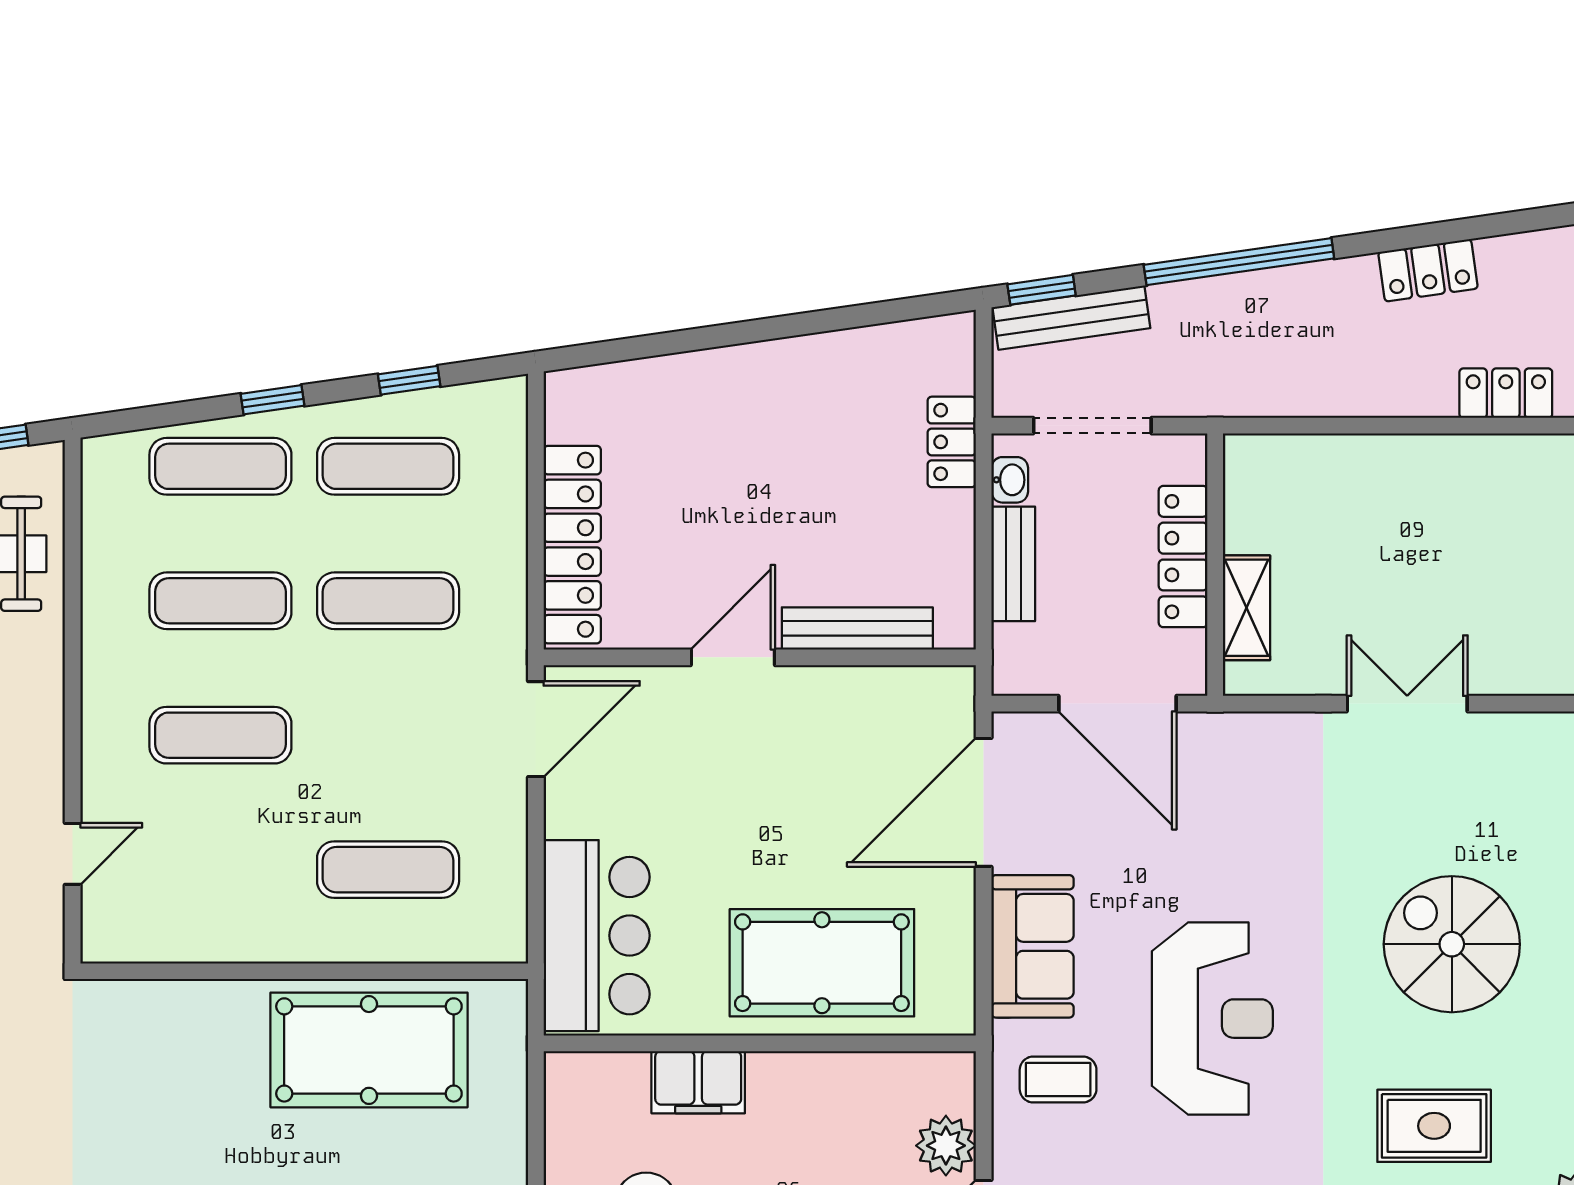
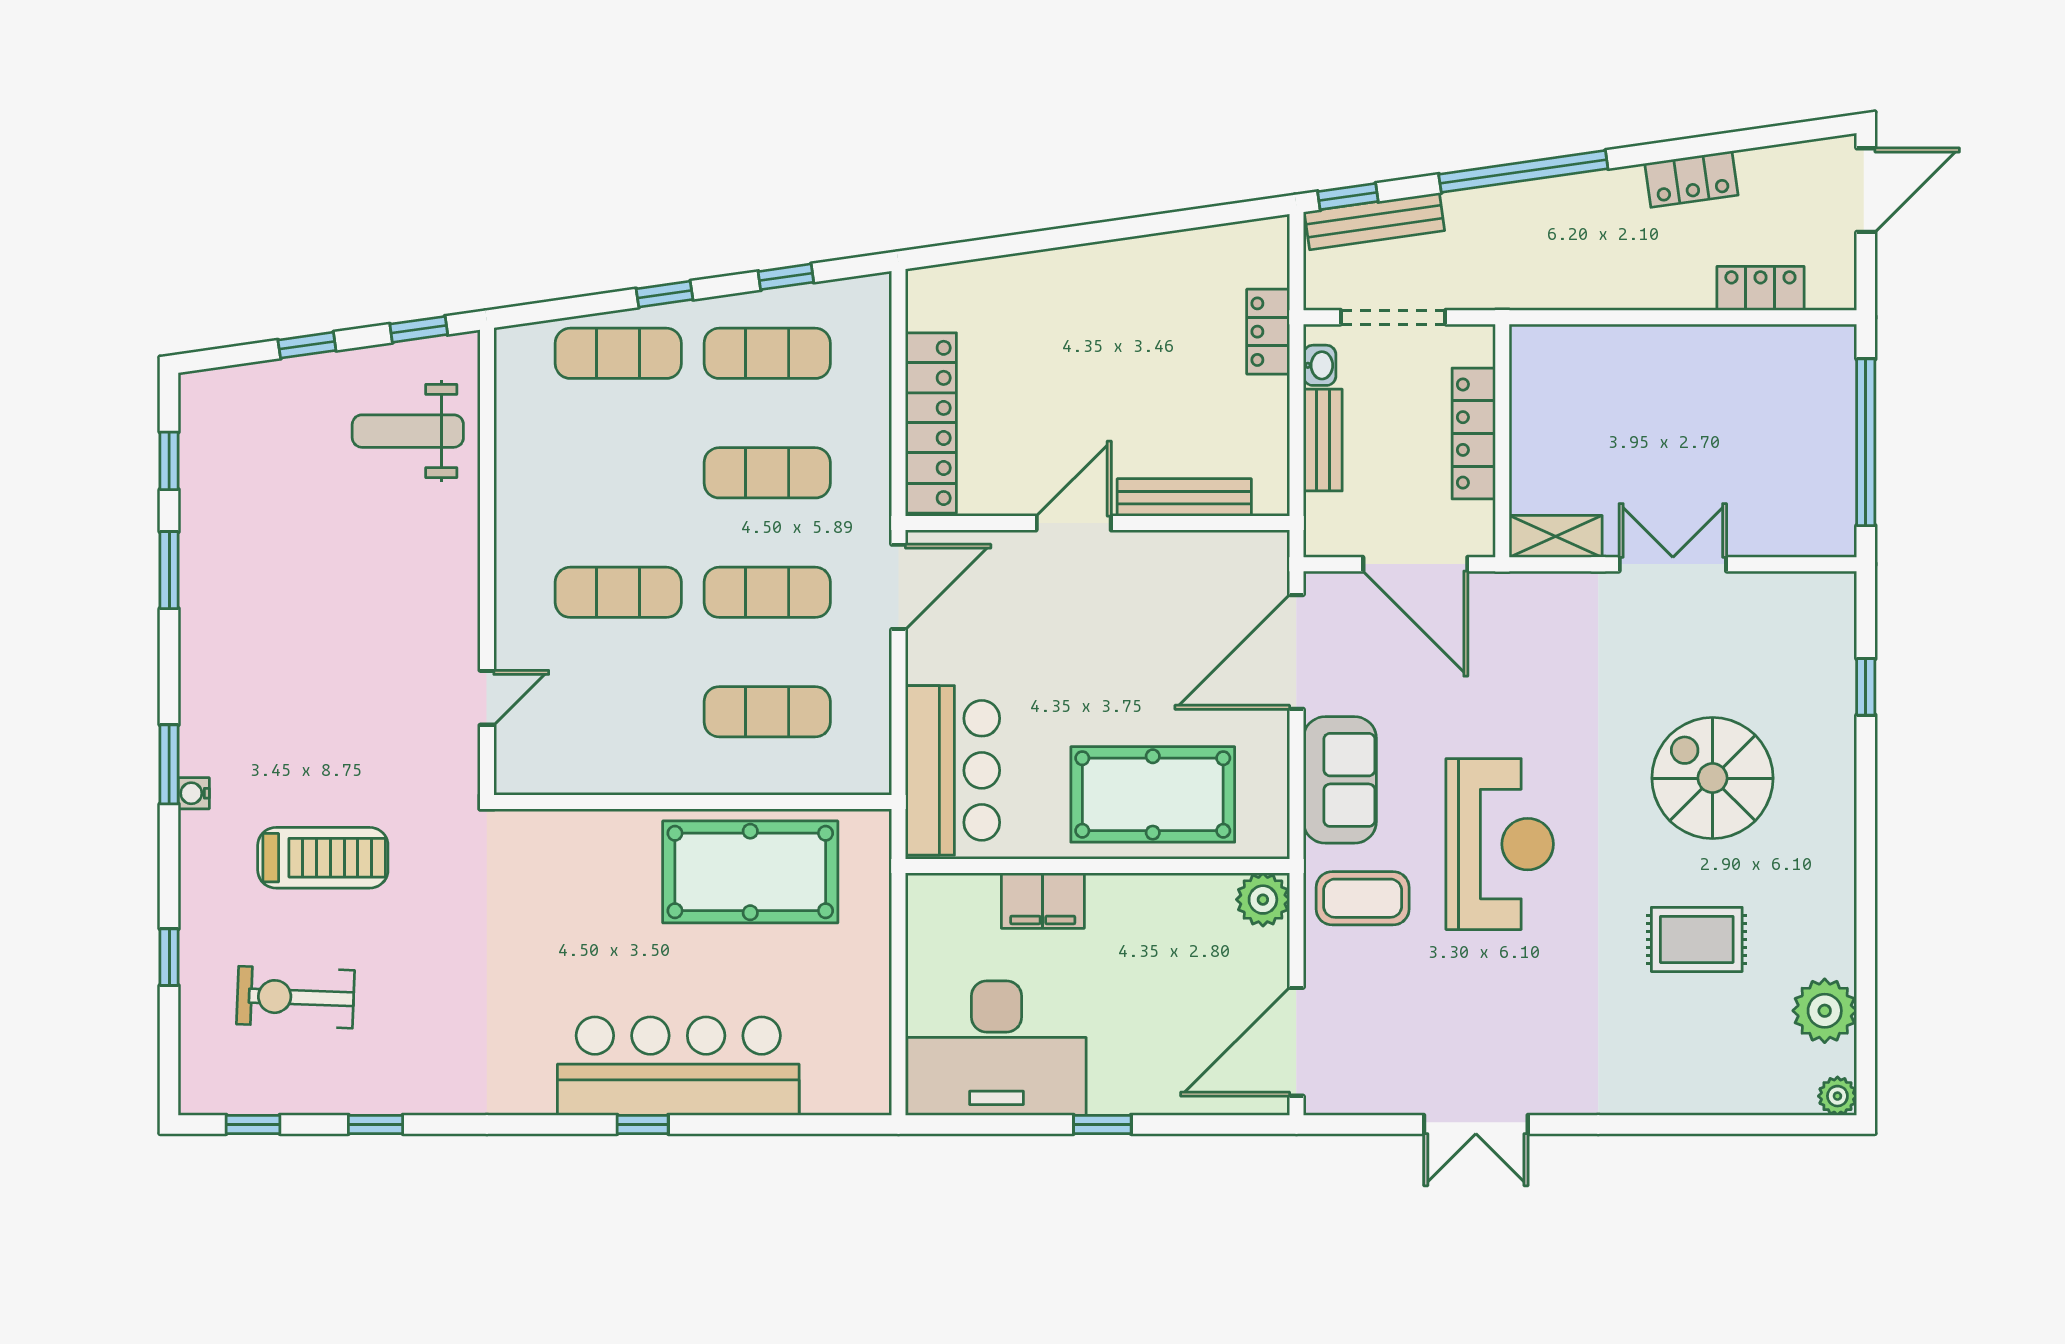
exercise mat: (220, 601) -> (767, 592), moved
shelving: (1246, 608) -> (1556, 536), moved, turned 90
coffee table: (1058, 1079) -> (1363, 898), width x1.36, depth x1.30
plant: (946, 1146) -> (1263, 900), moved

